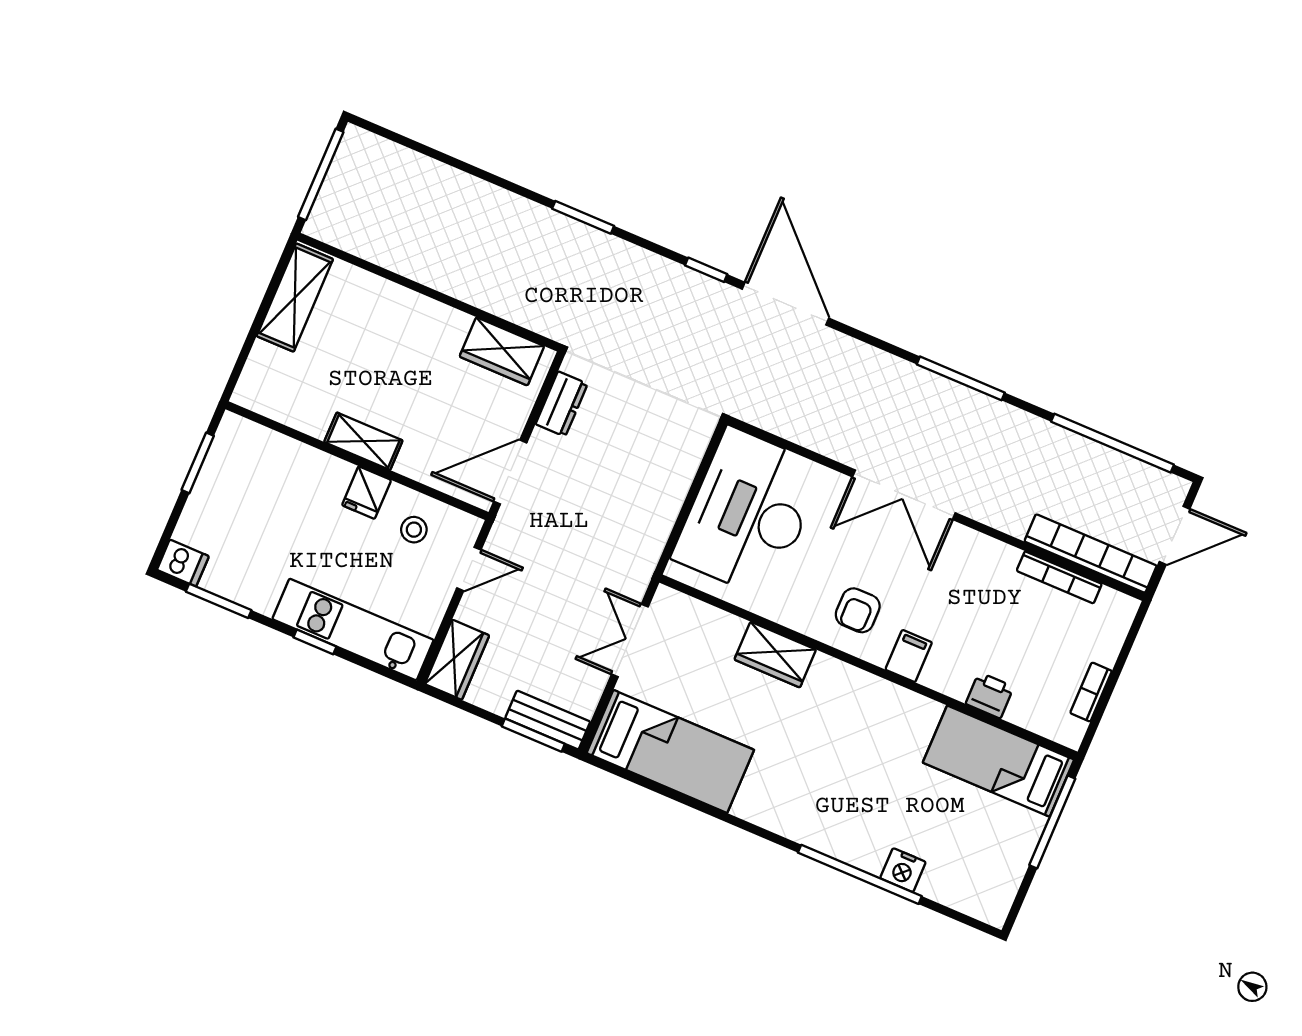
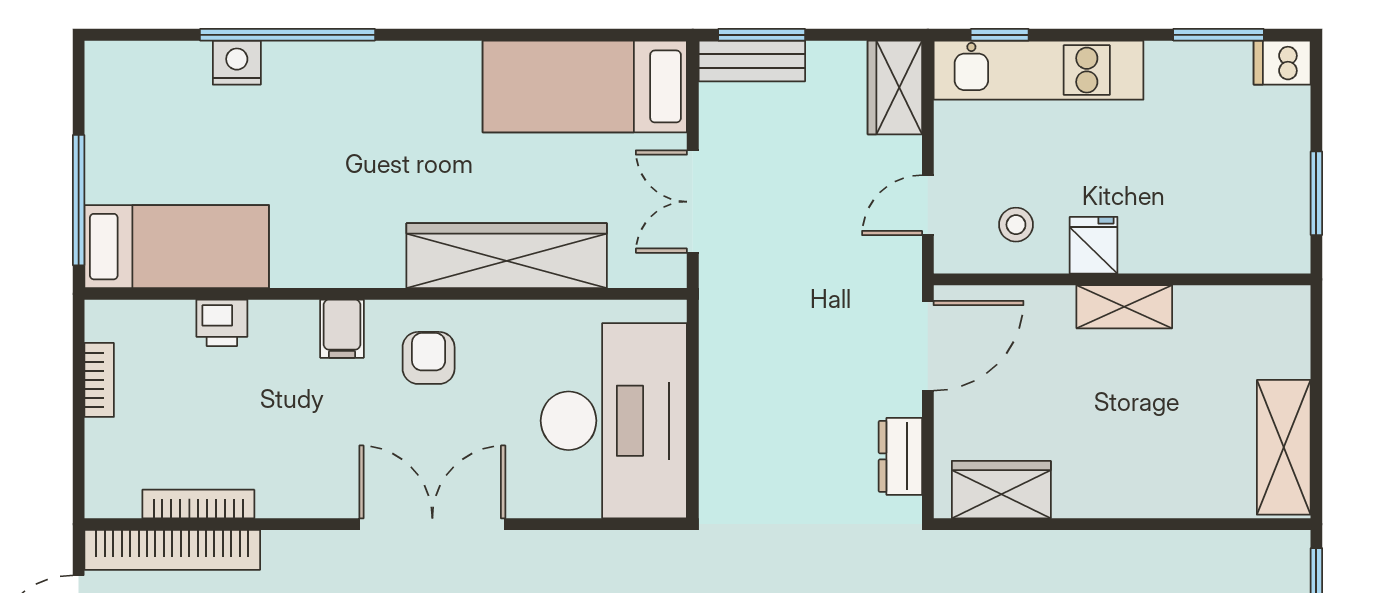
double door: (630, 640) -> (693, 202), swing flipped
window: (315, 642) -> (1000, 35), moved
wardrobe: (775, 655) -> (507, 256), width x2.10, depth x1.17

